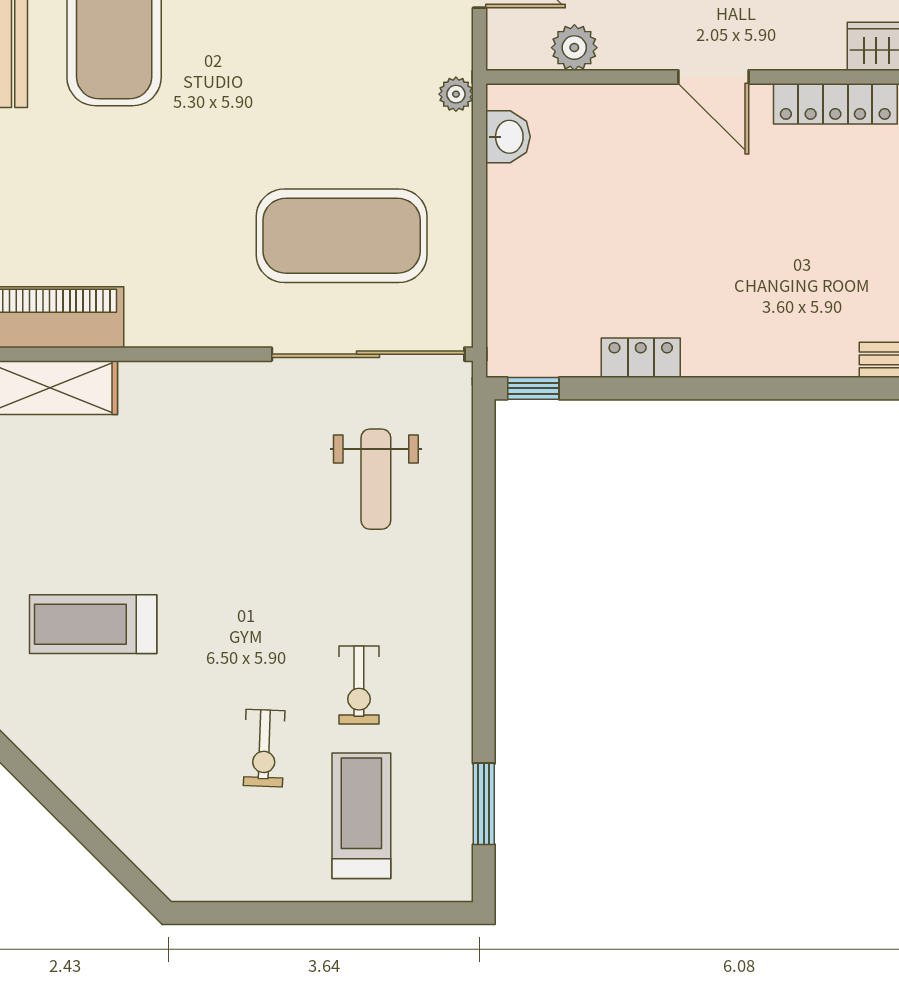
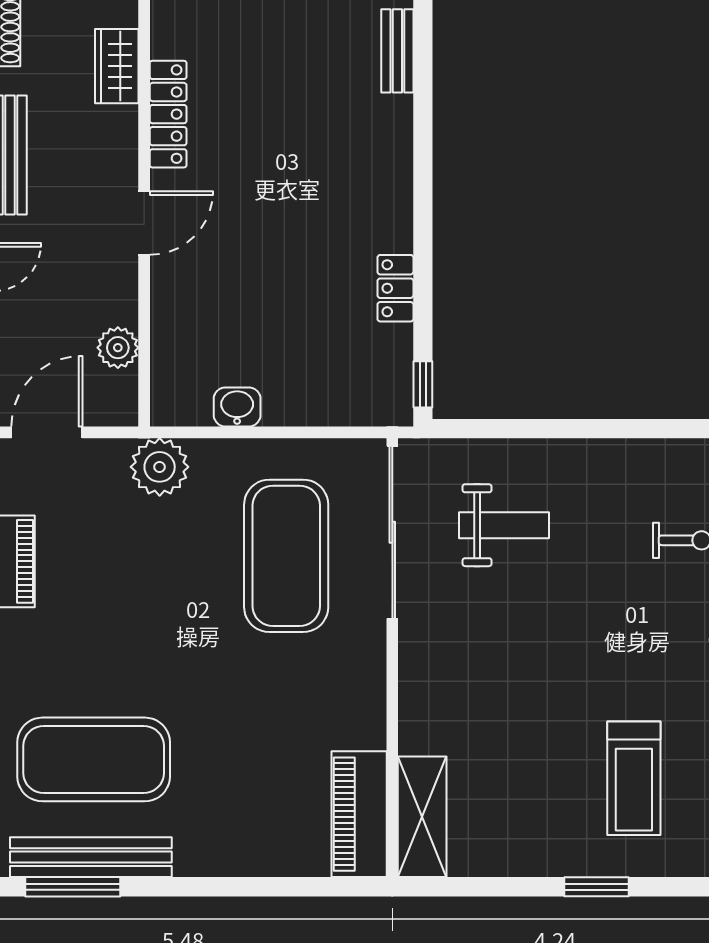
plant: (456, 94) -> (160, 467), width x1.88, depth x1.88
washbasin: (508, 137) -> (237, 407), moved

